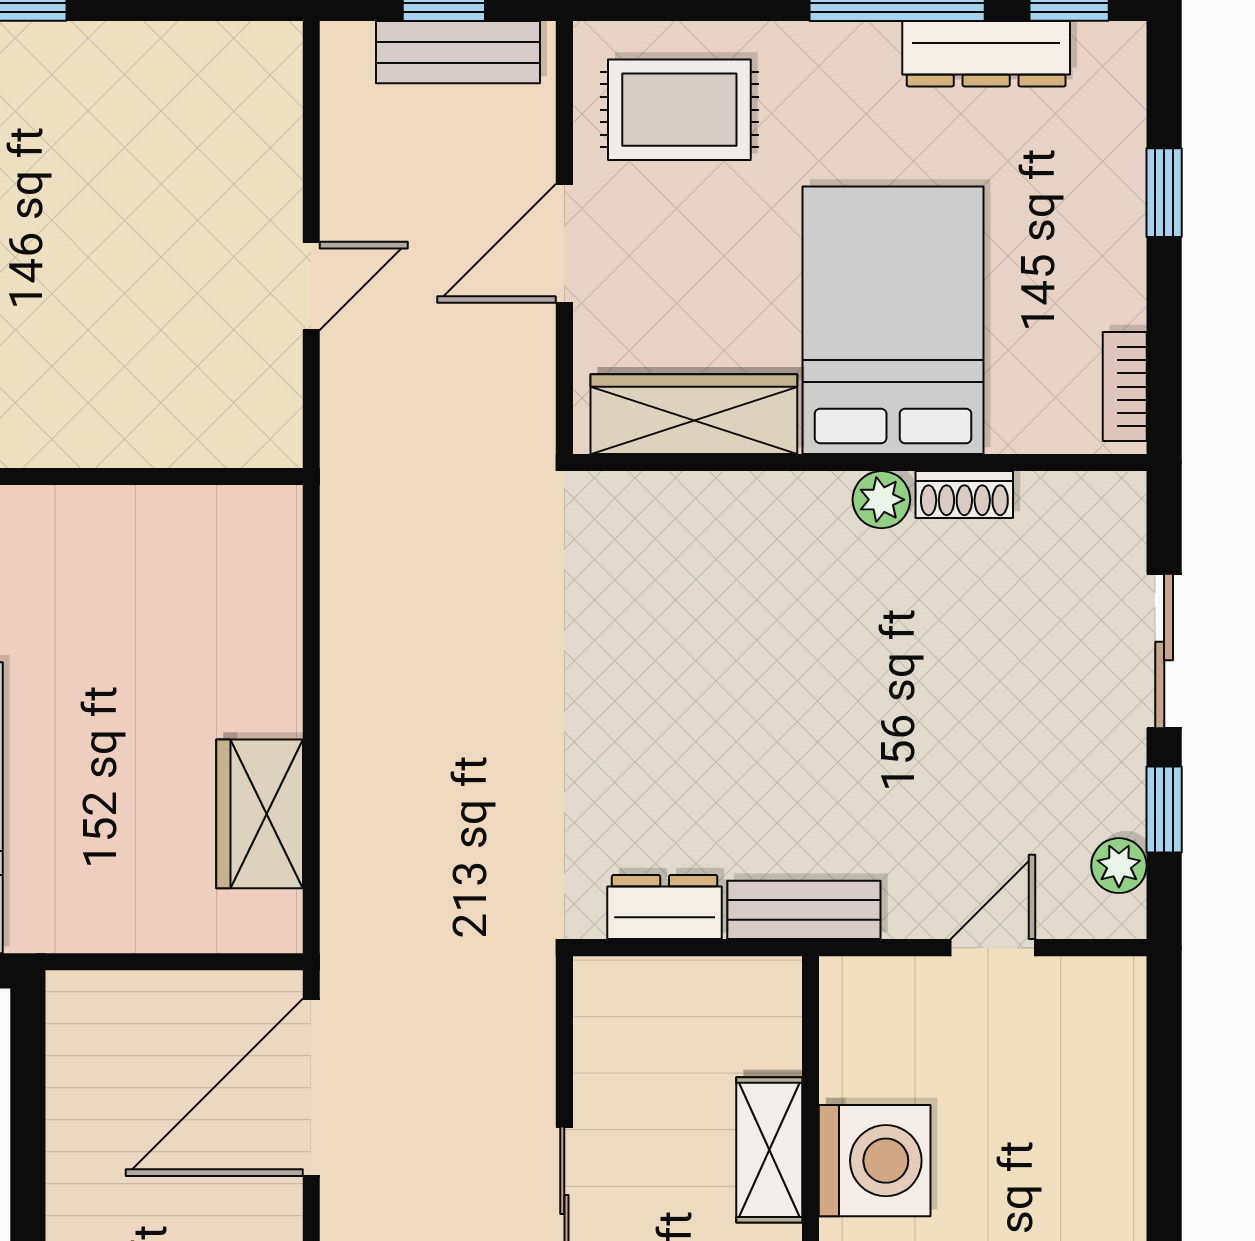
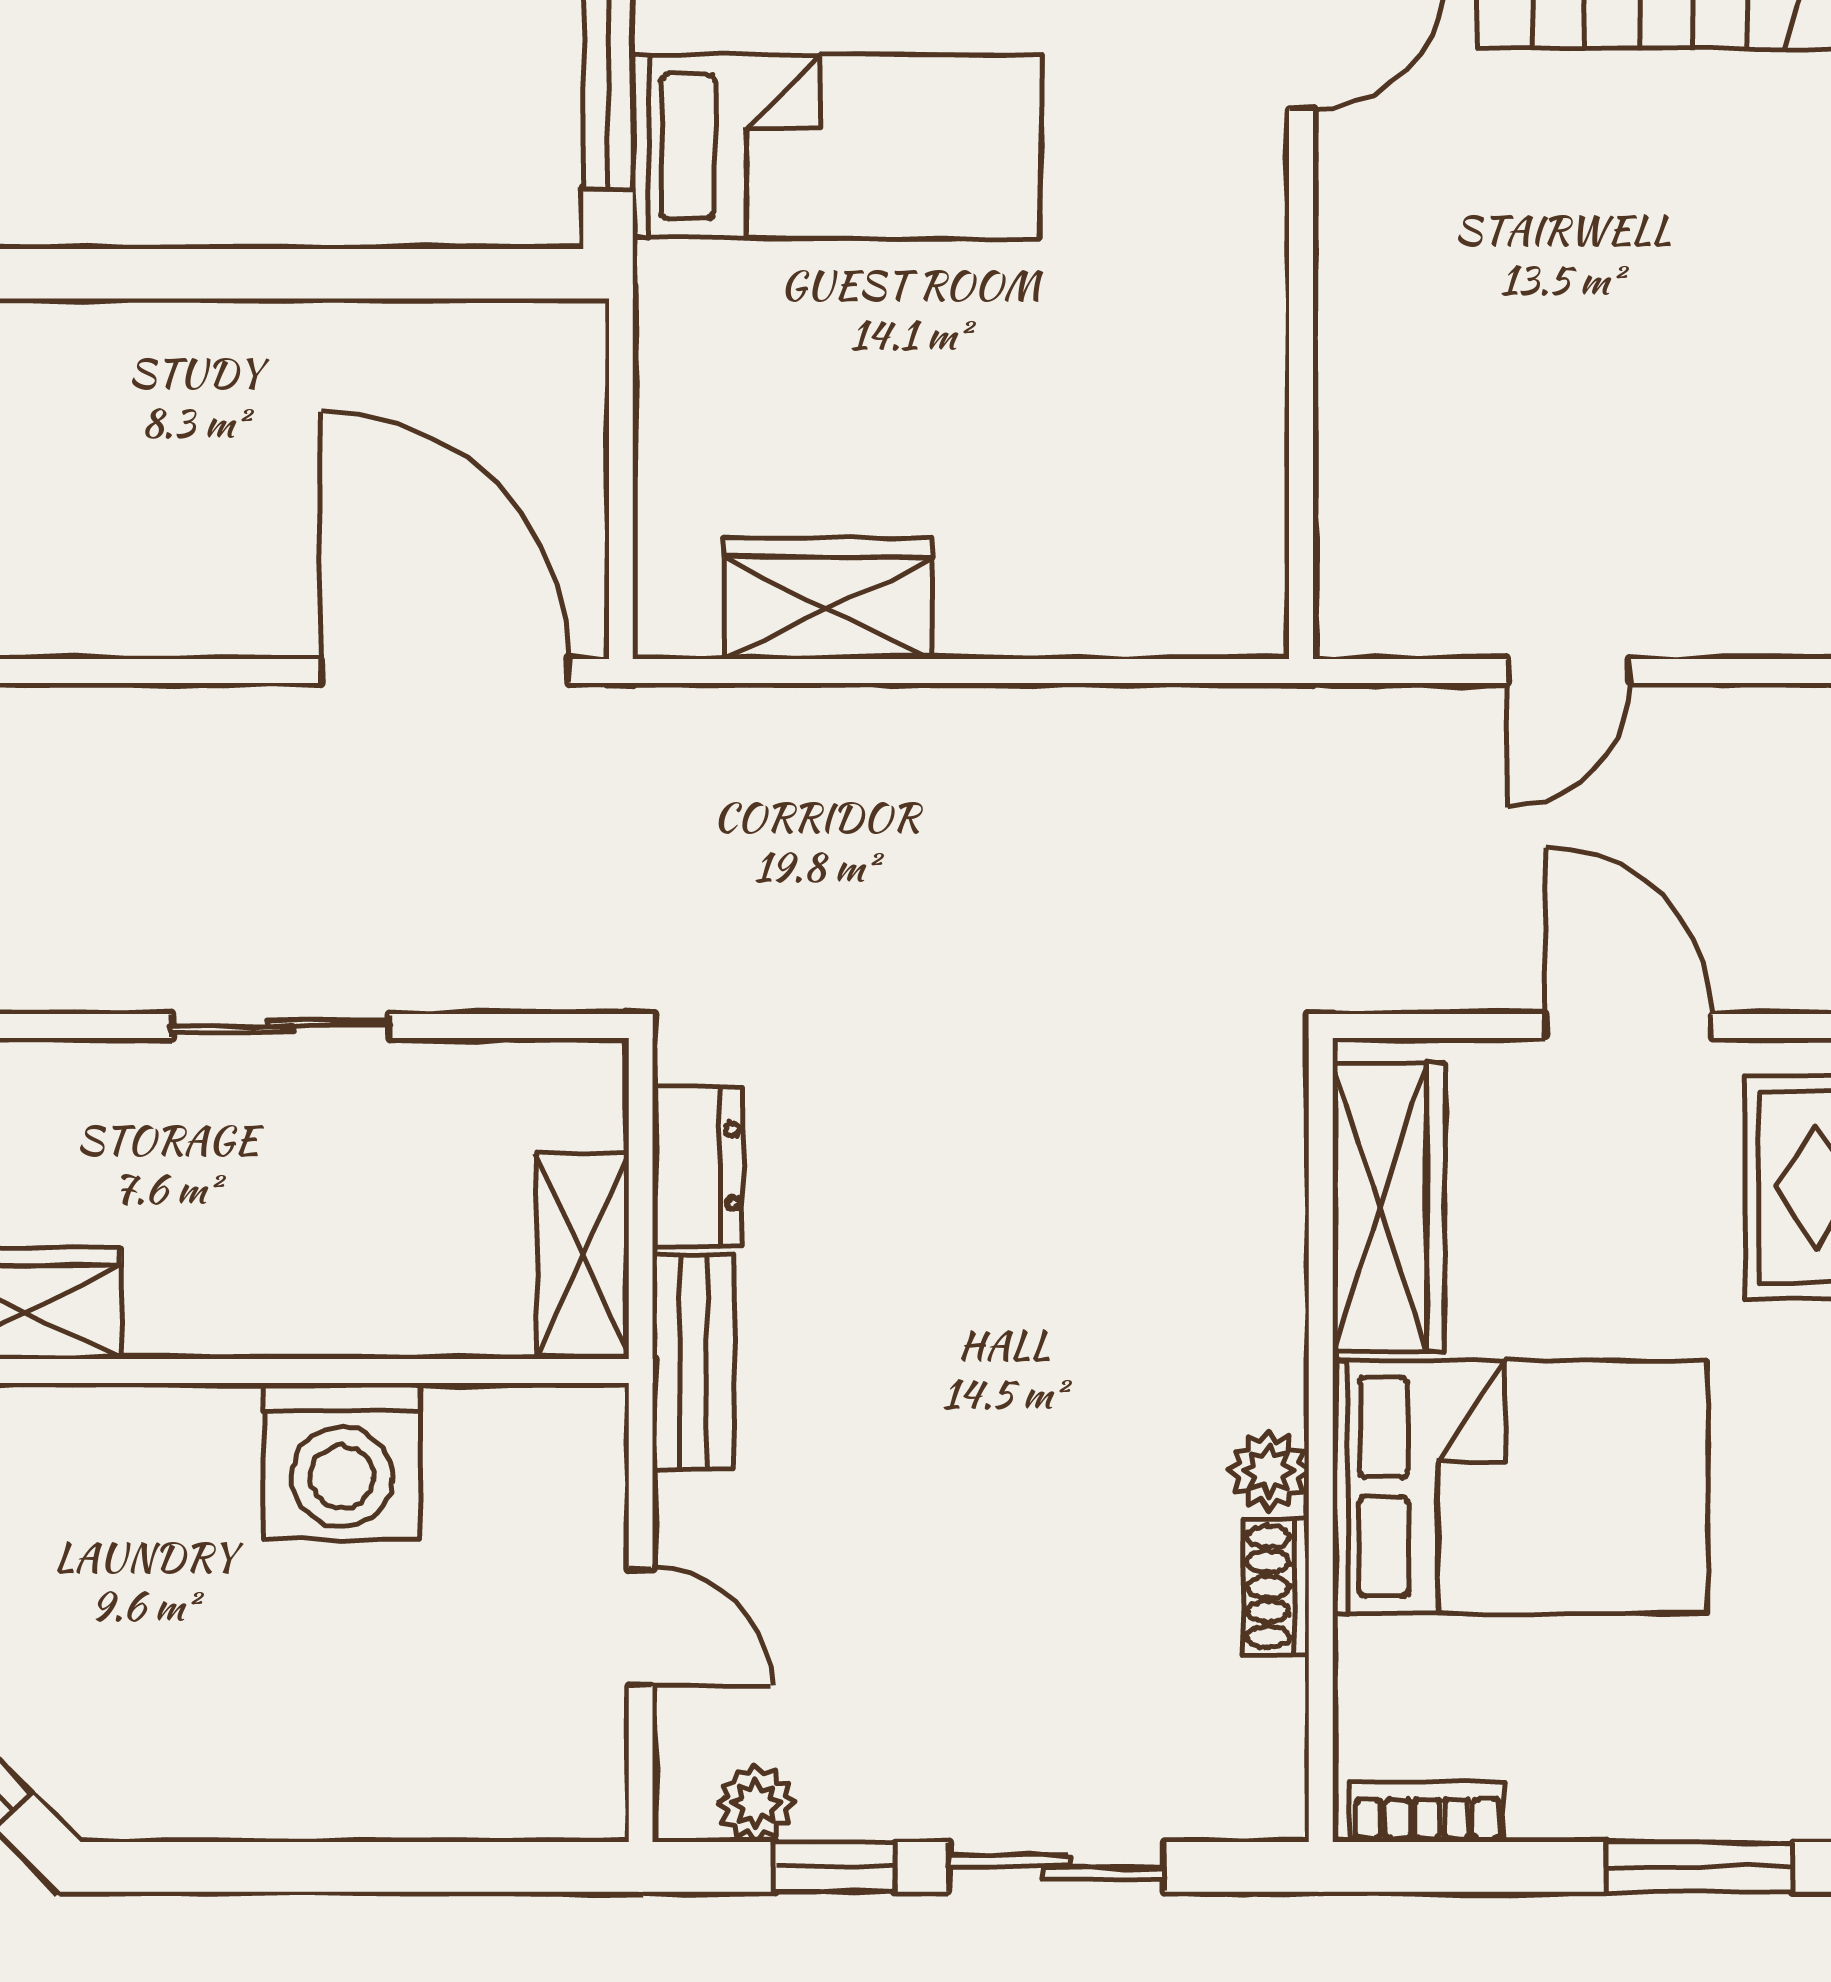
window: (1164, 193) -> (1699, 1867), width x1.50
door: (311, 286) -> (1568, 671), hinge flipped
shelving: (769, 1150) -> (583, 1255), moved, turned 90

